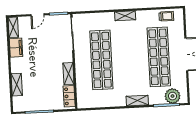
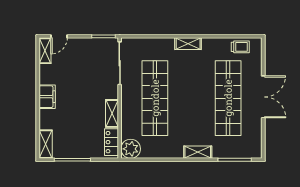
door: (37, 15) -> (59, 36), moved
filing cabinet: (16, 48) -> (47, 97), moved
shelving: (17, 85) -> (46, 144), moved
plant: (173, 96) -> (131, 149), moved

